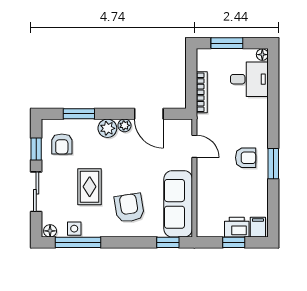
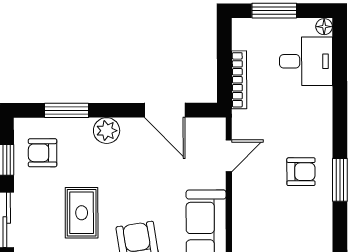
plant: (124, 125) -> (131, 127), removed
armchair: (62, 144) -> (43, 153), turned 90
door: (194, 146) -> (229, 156), hinge flipped

